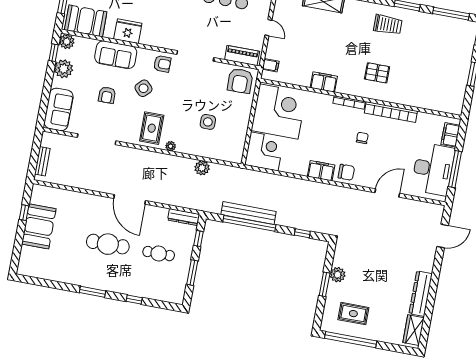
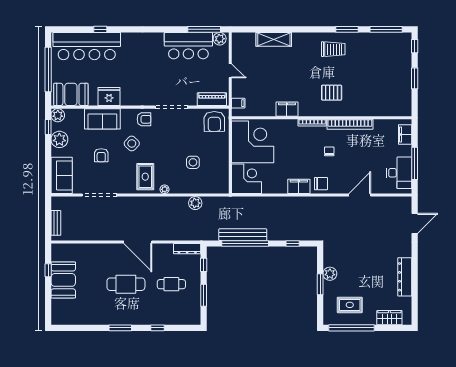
desk: (433, 169) -> (399, 173), width x0.73, depth x0.77
wardrobe: (413, 330) -> (389, 318), moved, turned 90

